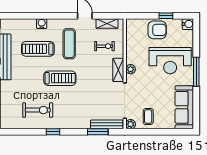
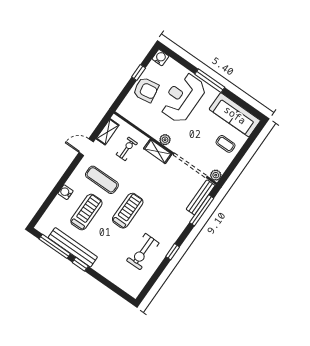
armchair: (157, 30) -> (146, 90), turned 81
treadmill: (38, 49) -> (86, 212), turned 180
reception desk: (170, 61) -> (183, 98), turned 180
exercise bike: (38, 110) -> (143, 252), turned 180
coffee table: (148, 117) -> (226, 144), moved
window: (98, 132) -> (202, 210), width x1.44

